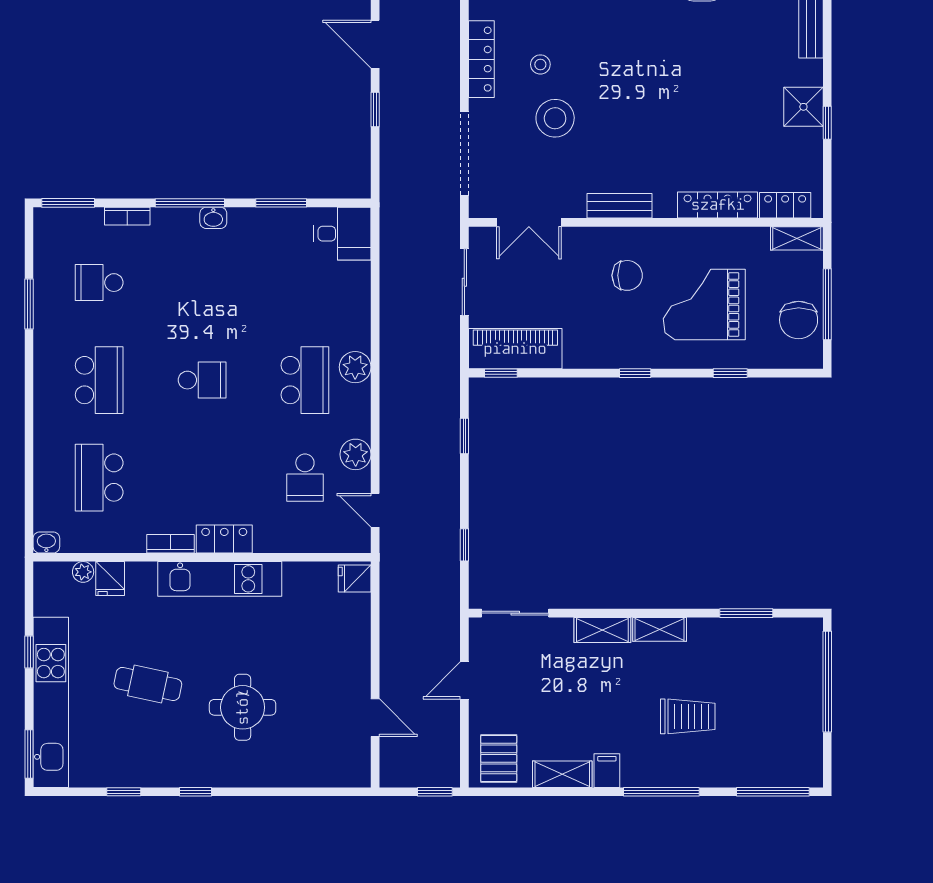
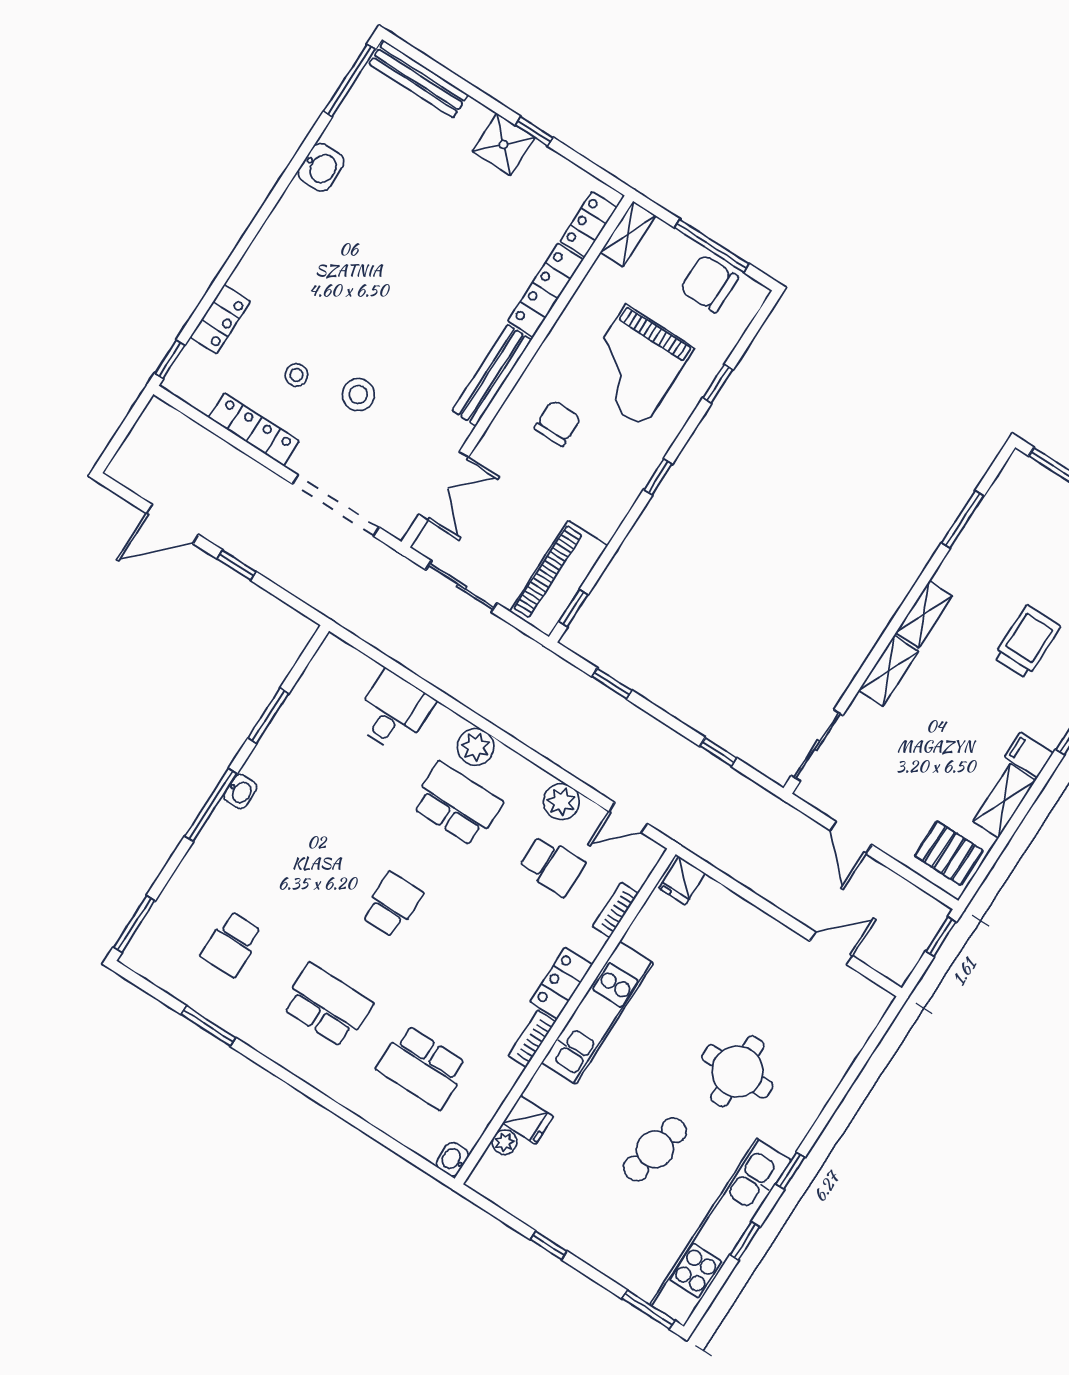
stool: (555, 118) -> (358, 395), width x0.73, depth x0.73
bench: (619, 206) -> (492, 375), width x1.36
bookcase: (127, 216) -> (616, 910), moved, turned 180
desk: (342, 234) -> (393, 712), moved
chair: (799, 320) -> (709, 284), turned 180
kitchen unit: (51, 702) -> (720, 1232), moved, turned -90

